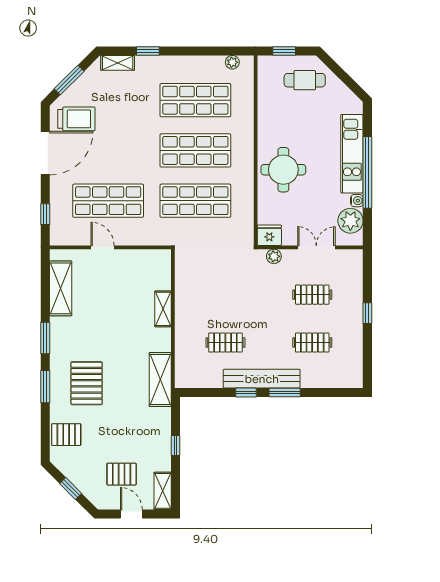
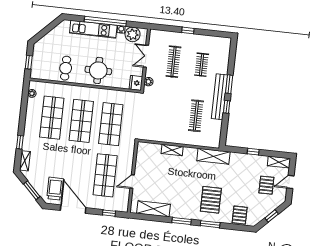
cafe table: (305, 80) -> (66, 68), moved
clothes rail: (312, 295) -> (173, 62), width x1.36
clothes rail: (225, 343) -> (196, 116), width x1.36
pallet: (87, 383) -> (211, 200), turned 90

